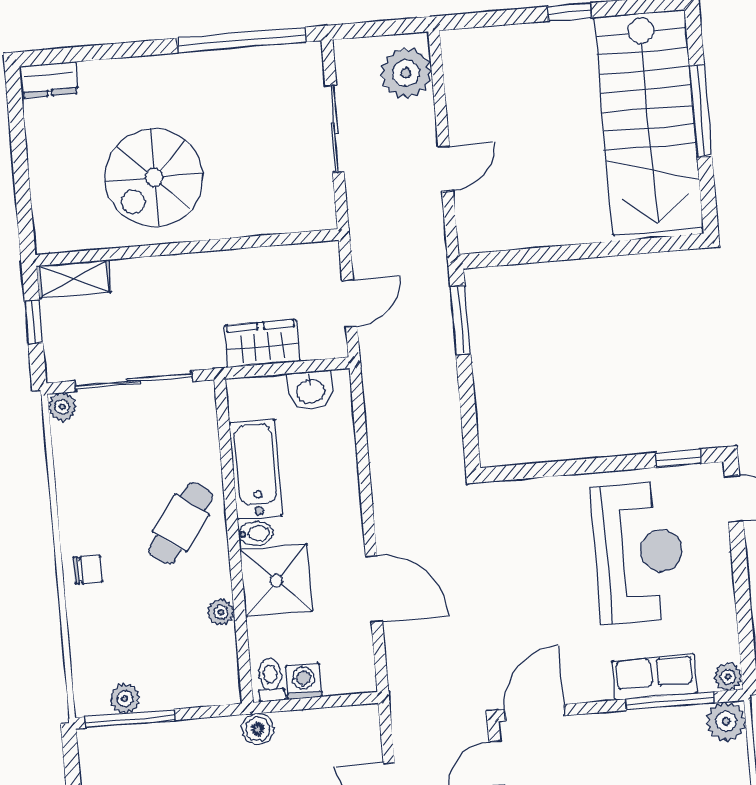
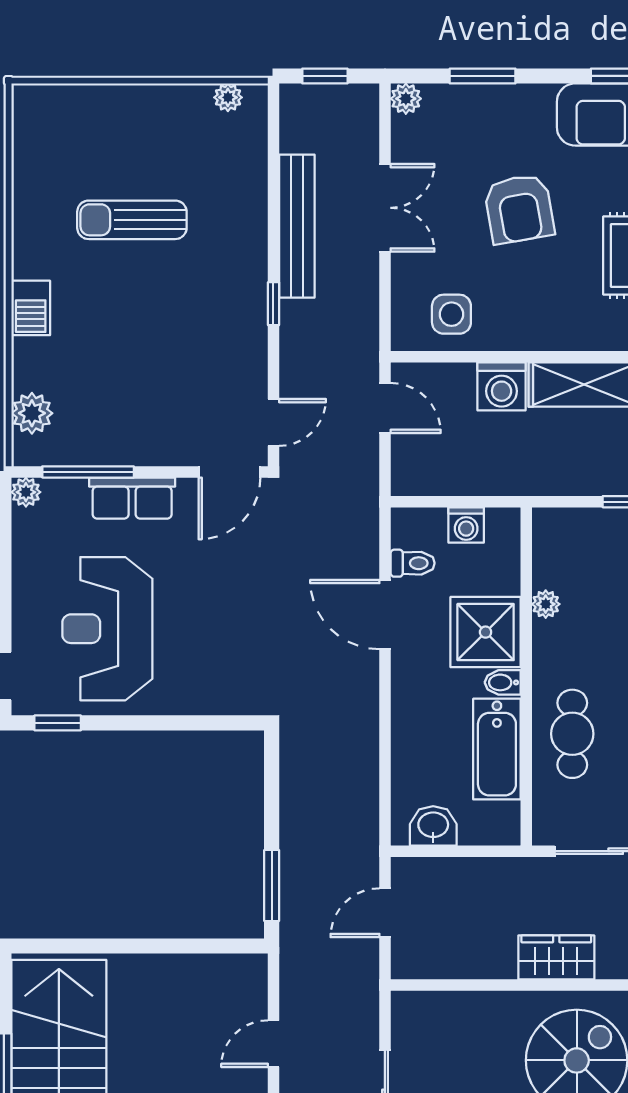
wardrobe: (262, 344) -> (556, 957), moved, turned 180
cafe table: (181, 523) -> (572, 734), moved, turned -36
row of seats: (654, 677) -> (132, 498), moved
toilet: (271, 680) -> (413, 563), moved, turned -90
plant: (726, 721) -> (32, 413), moved
boiler: (258, 729) -> (518, 480), removed

